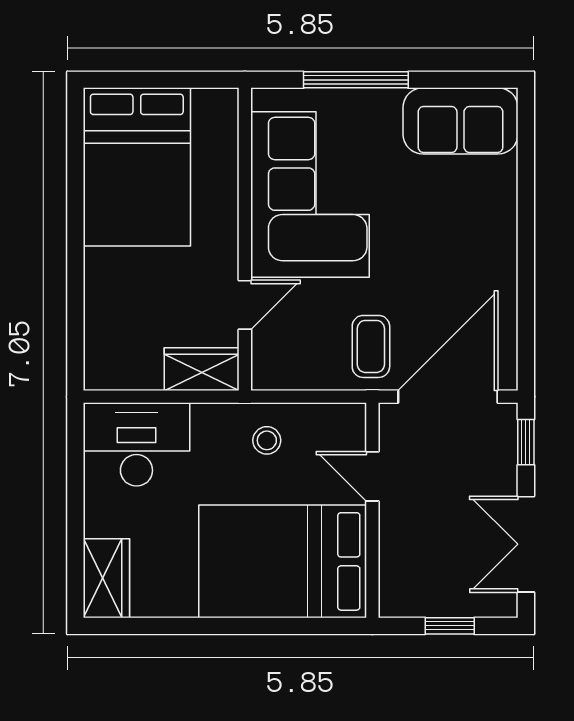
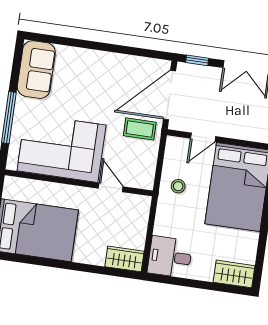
wardrobe: (202, 369) -> (125, 259), moved, turned 90
door: (448, 397) -> (170, 95), hinge flipped
desk: (136, 444) -> (170, 257), width x0.73

